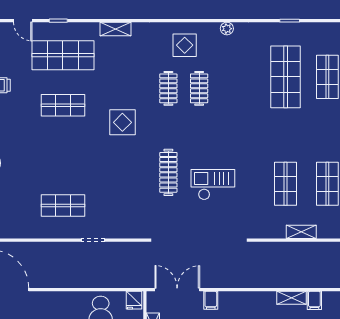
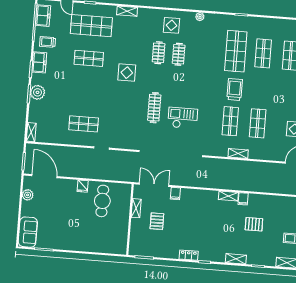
trolley: (288, 135) -> (235, 89), added
fridge: (134, 300) -> (83, 186), moved

